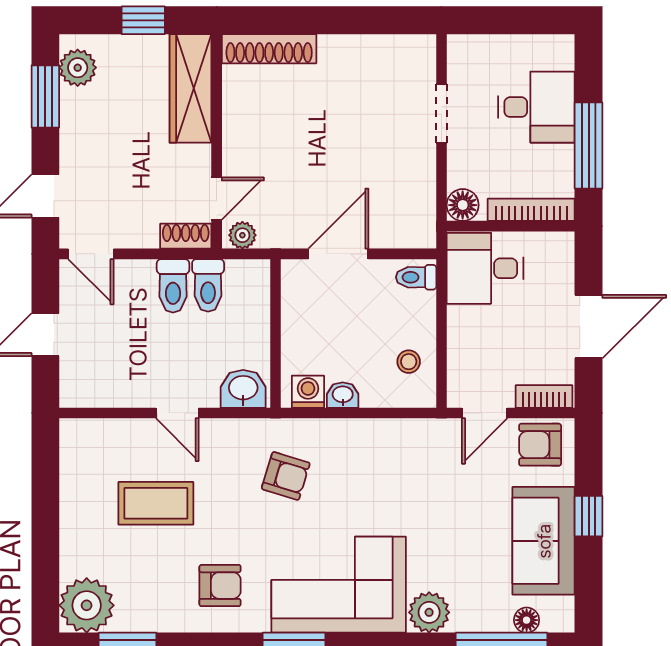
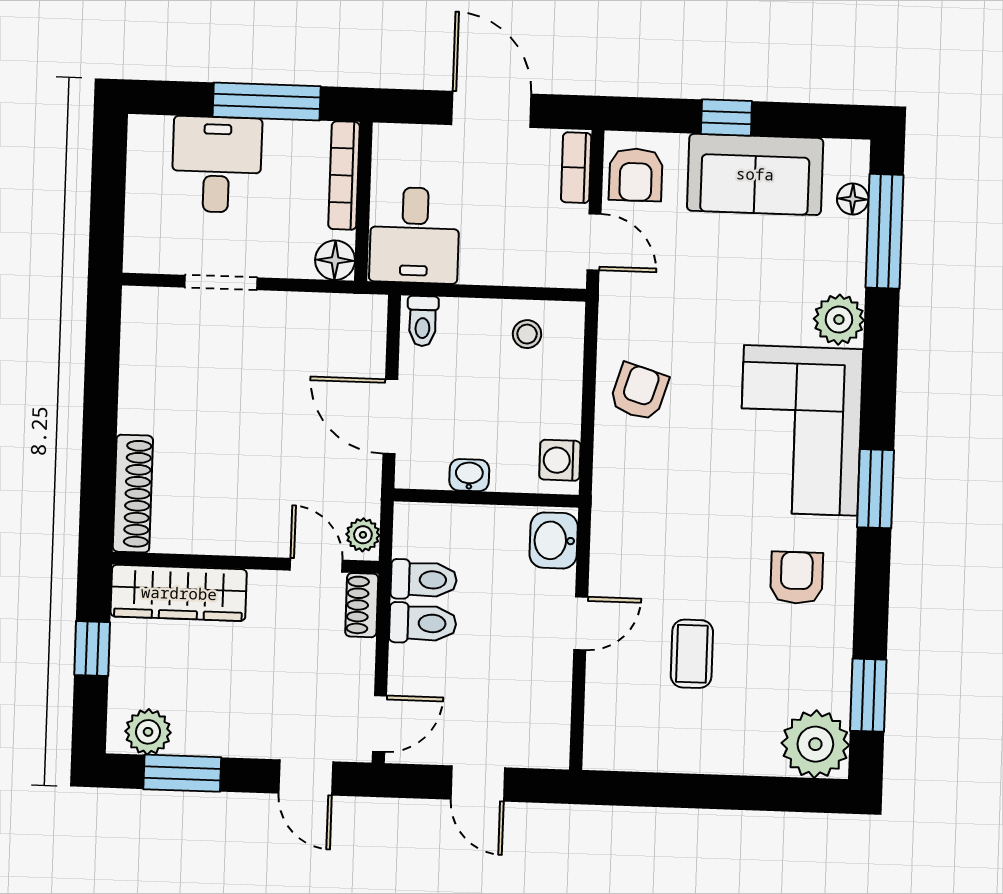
washbasin: (343, 395) -> (469, 475), moved, turned 90
armchair: (286, 476) -> (639, 392), moved
coffee table: (156, 503) -> (692, 654), width x0.73, depth x0.77

